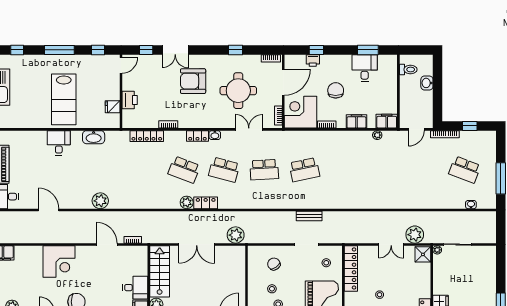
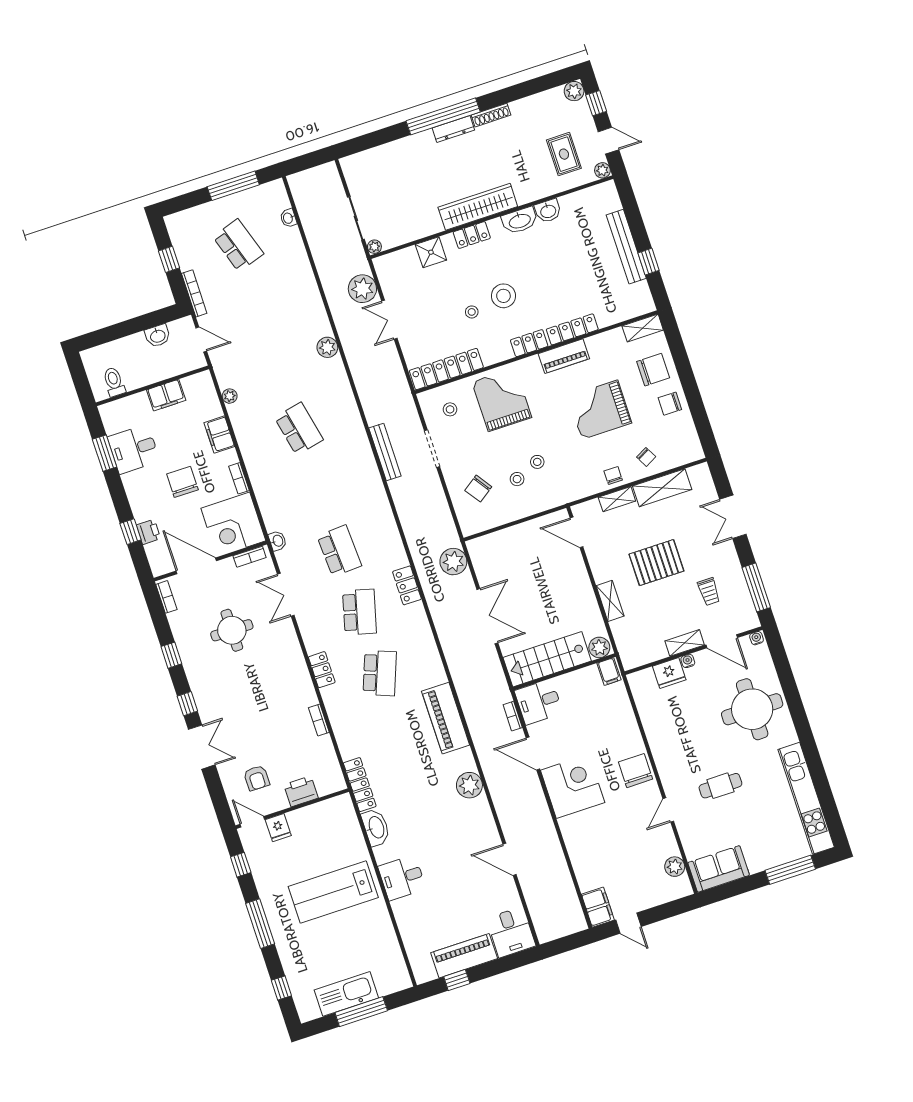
window: (146, 50) -> (187, 704), moved
armchair: (193, 81) -> (257, 778), moved, width x0.53, depth x0.53
washbasin: (427, 83) -> (158, 336), moved
chair: (336, 90) -> (182, 482), turned 90
round table: (238, 91) -> (232, 630), width x0.73, depth x0.73
lab bench: (64, 99) -> (333, 892), turned 180
fridge: (113, 107) -> (278, 828), moved
filing cabinet: (387, 121) -> (166, 395), moved, turned -90
washbasin: (215, 135) -> (278, 541), moved
locker: (147, 136) -> (360, 785), moved
school desk: (304, 170) -> (299, 429), moved
school desk: (465, 170) -> (238, 245), turned -39
piano: (145, 200) -> (446, 718), added
plant: (187, 202) -> (327, 347), moved
locker: (206, 203) -> (407, 585), moved
door: (49, 210) -> (509, 859), hinge flipped
bench: (309, 216) -> (385, 452), width x1.36
door: (107, 244) -> (533, 754), hinge flipped
double door: (391, 244) -> (389, 320), swing flipped
shower: (423, 254) -> (431, 252), moved
corner desk: (59, 262) -> (573, 786), moved
desk: (135, 288) -> (539, 702), moved, turned -90

